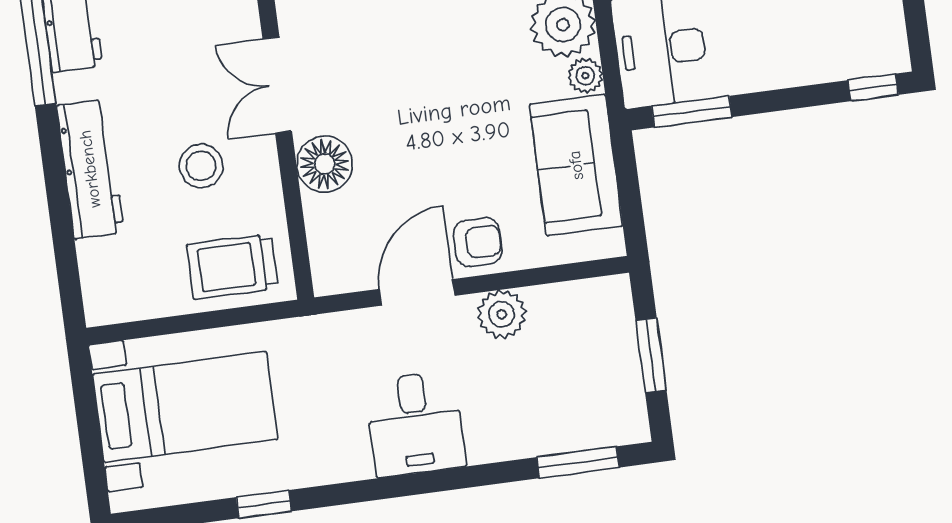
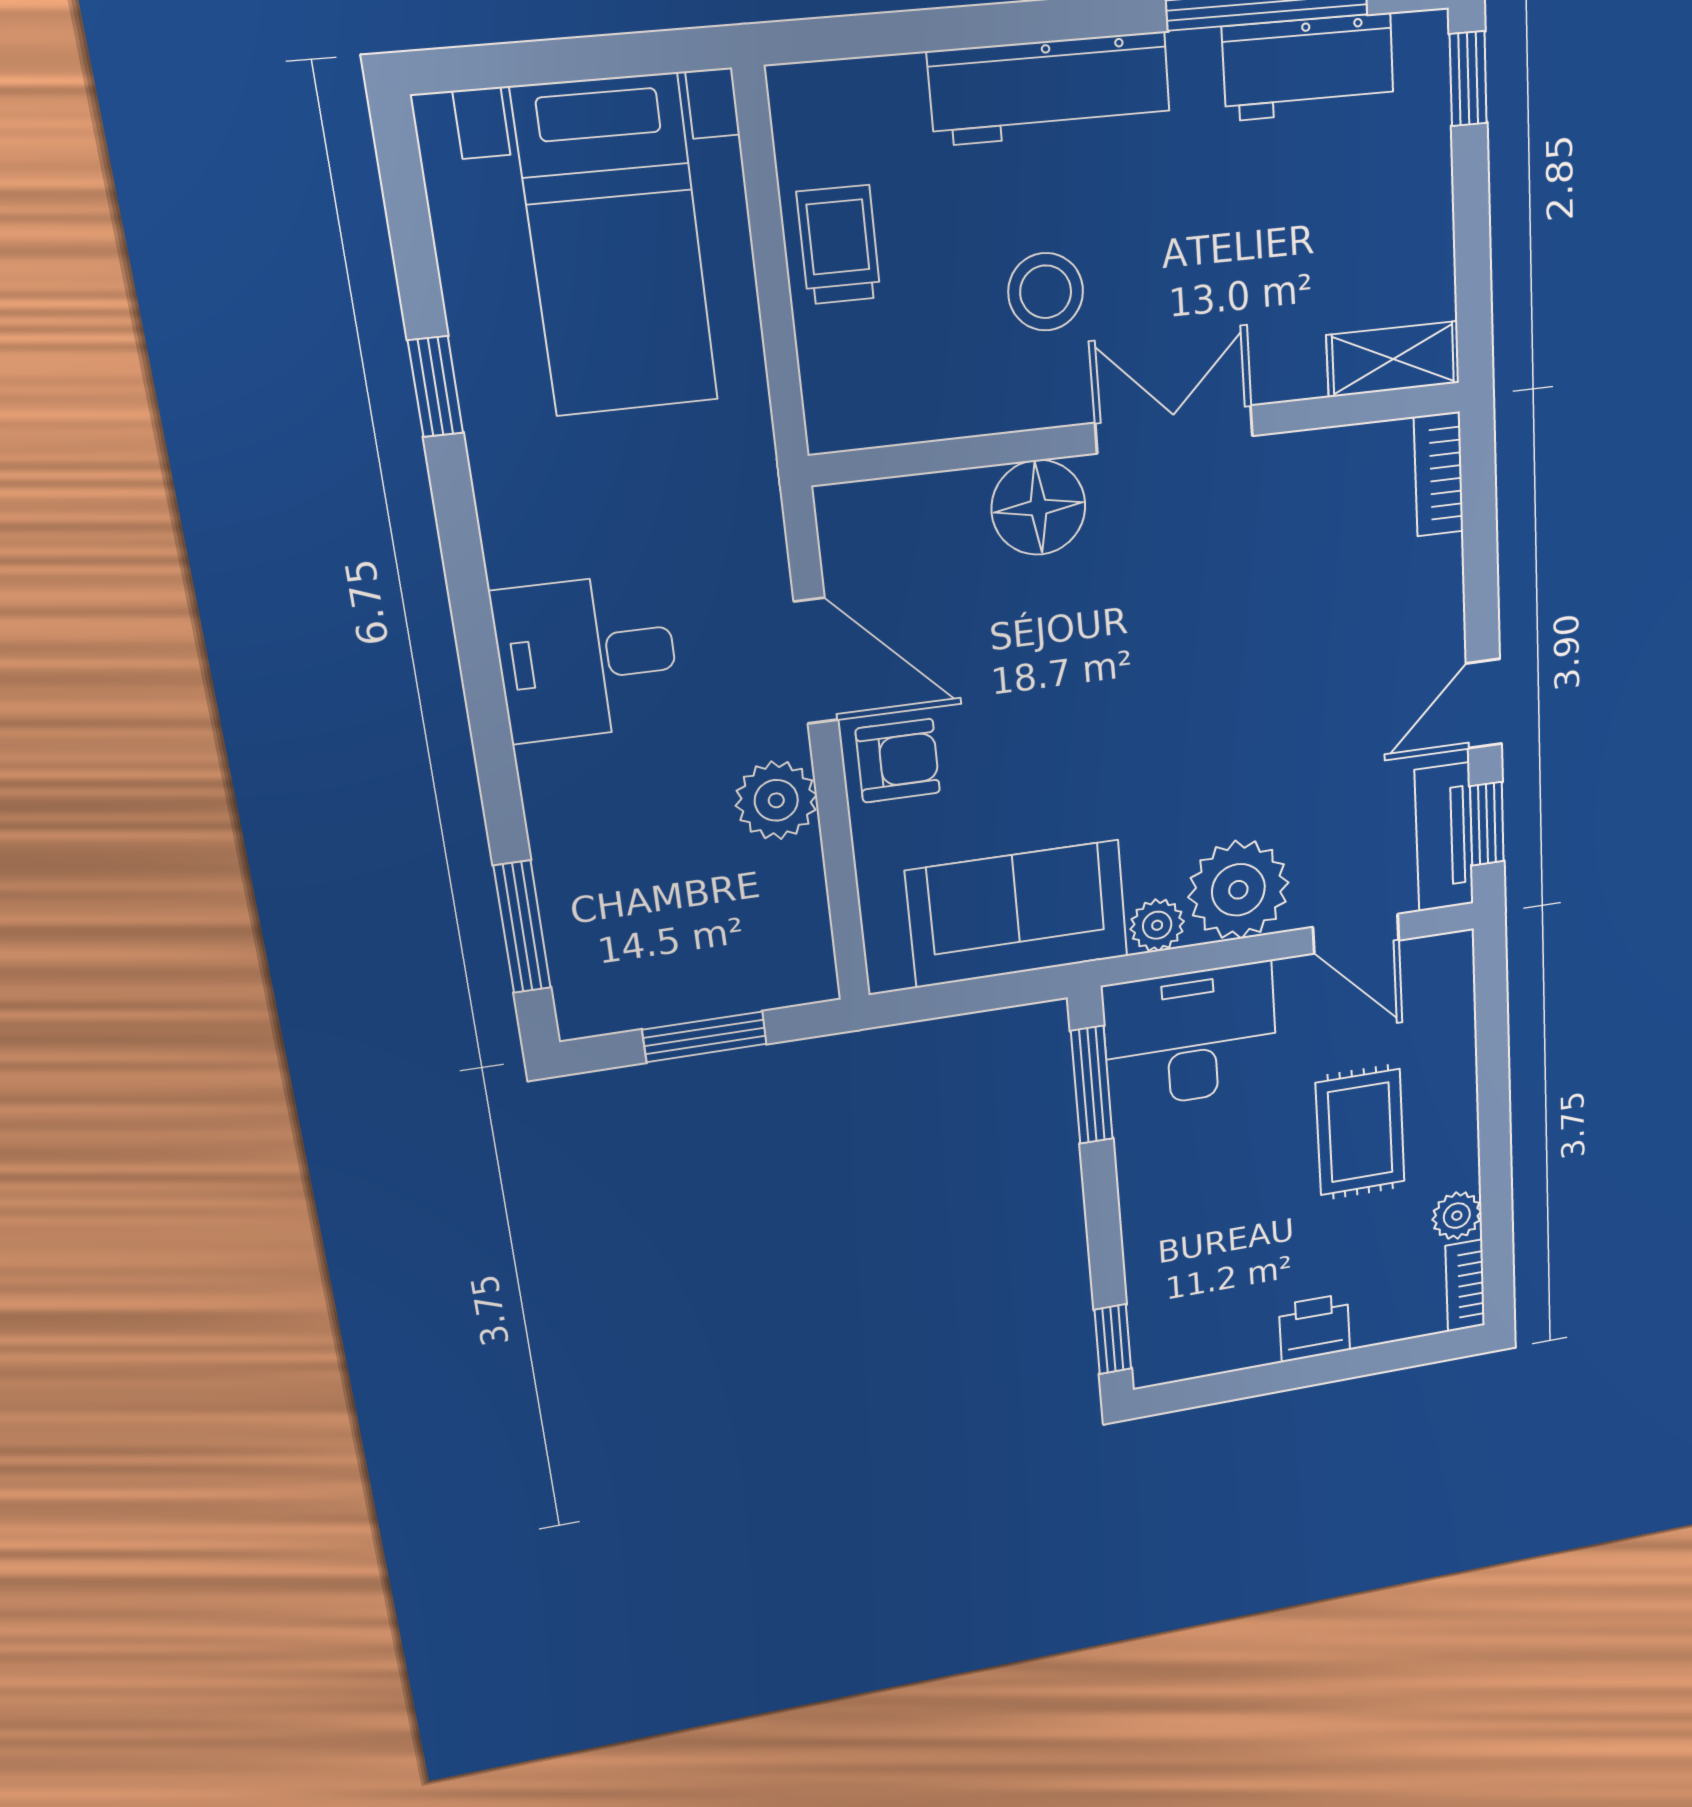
armchair: (478, 242) -> (898, 761), turned -90
trolley: (232, 266) -> (839, 245), moved, width x0.73, depth x0.72

